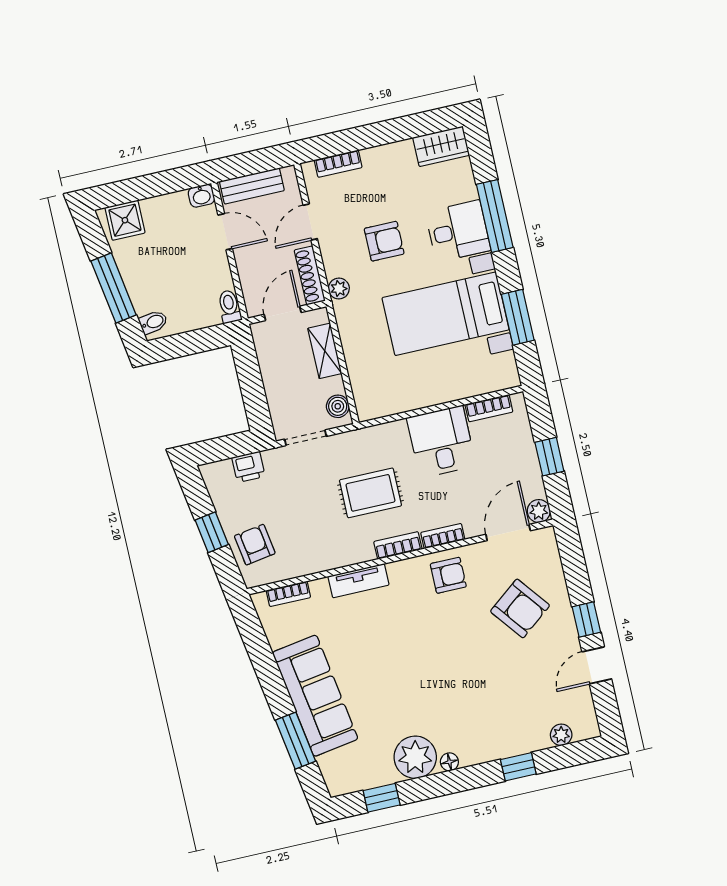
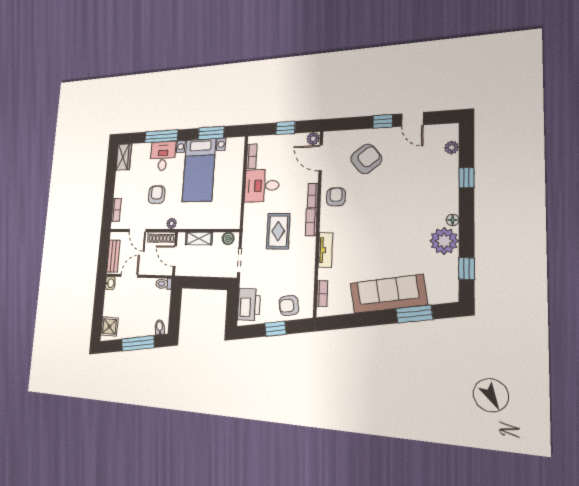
printer: (248, 467) -> (249, 304), width x1.87, depth x1.48

